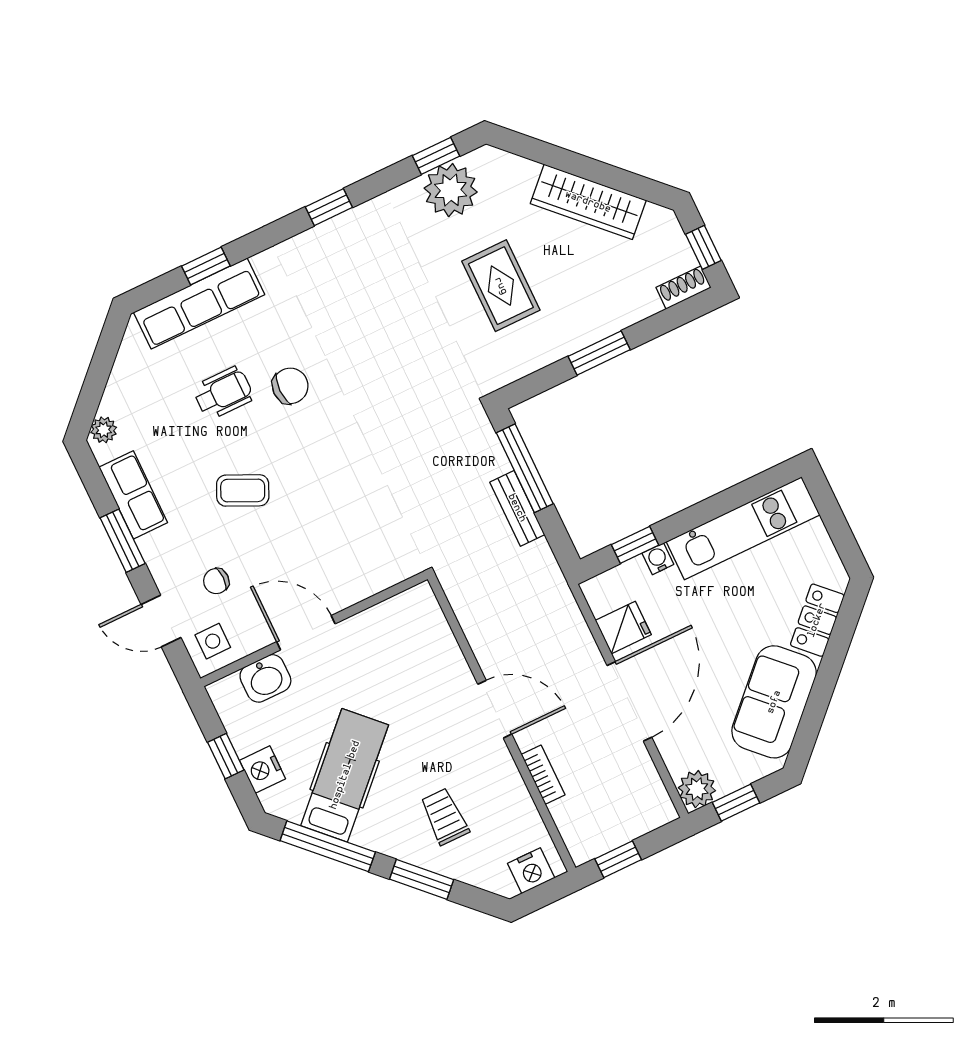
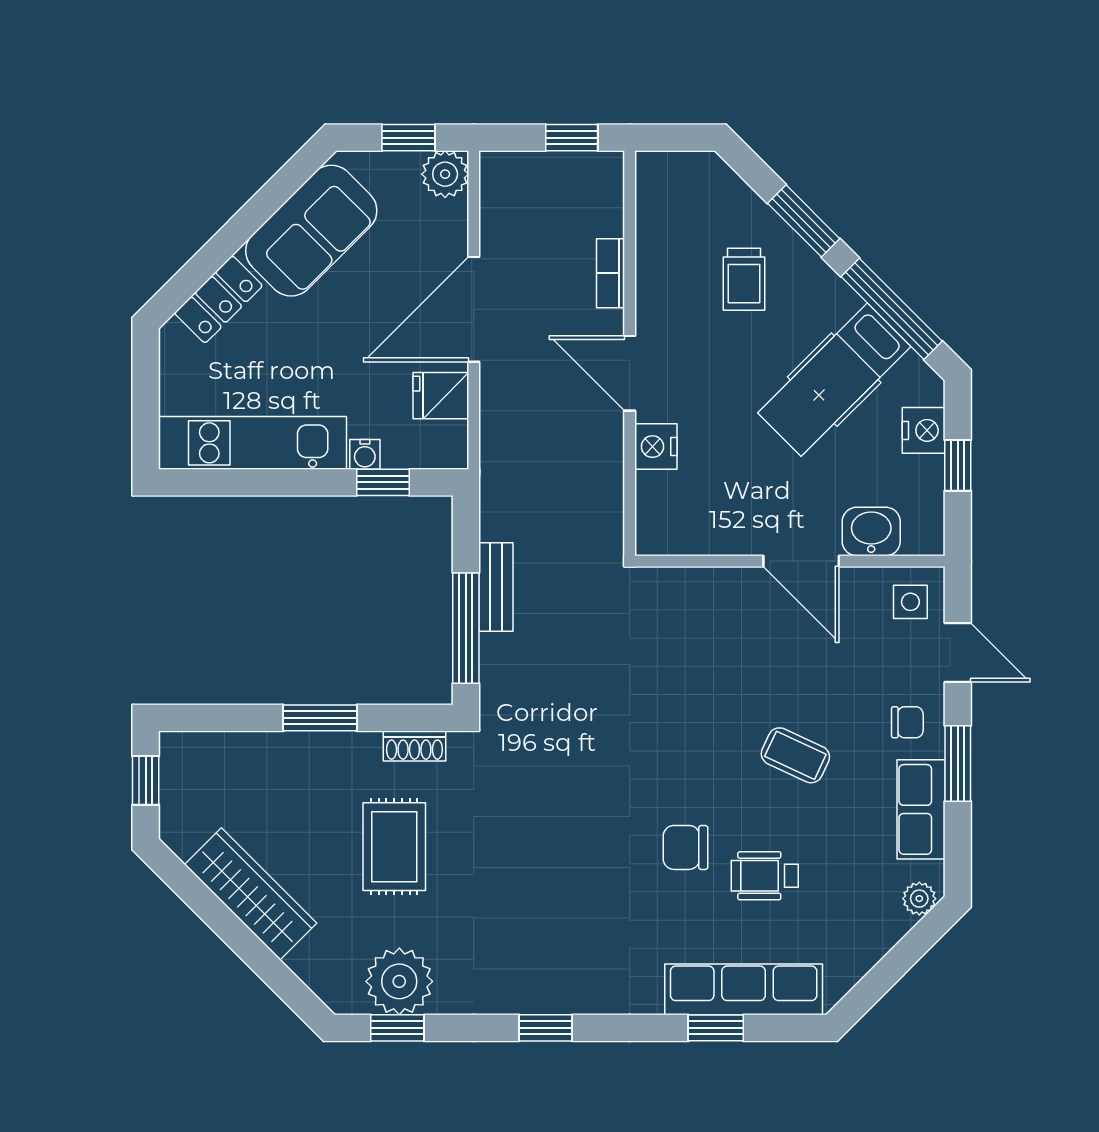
shoe rack: (683, 288) -> (414, 746), moved
chair: (216, 581) -> (907, 722), moved
nightstand: (531, 871) -> (656, 447), moved, turned -90

